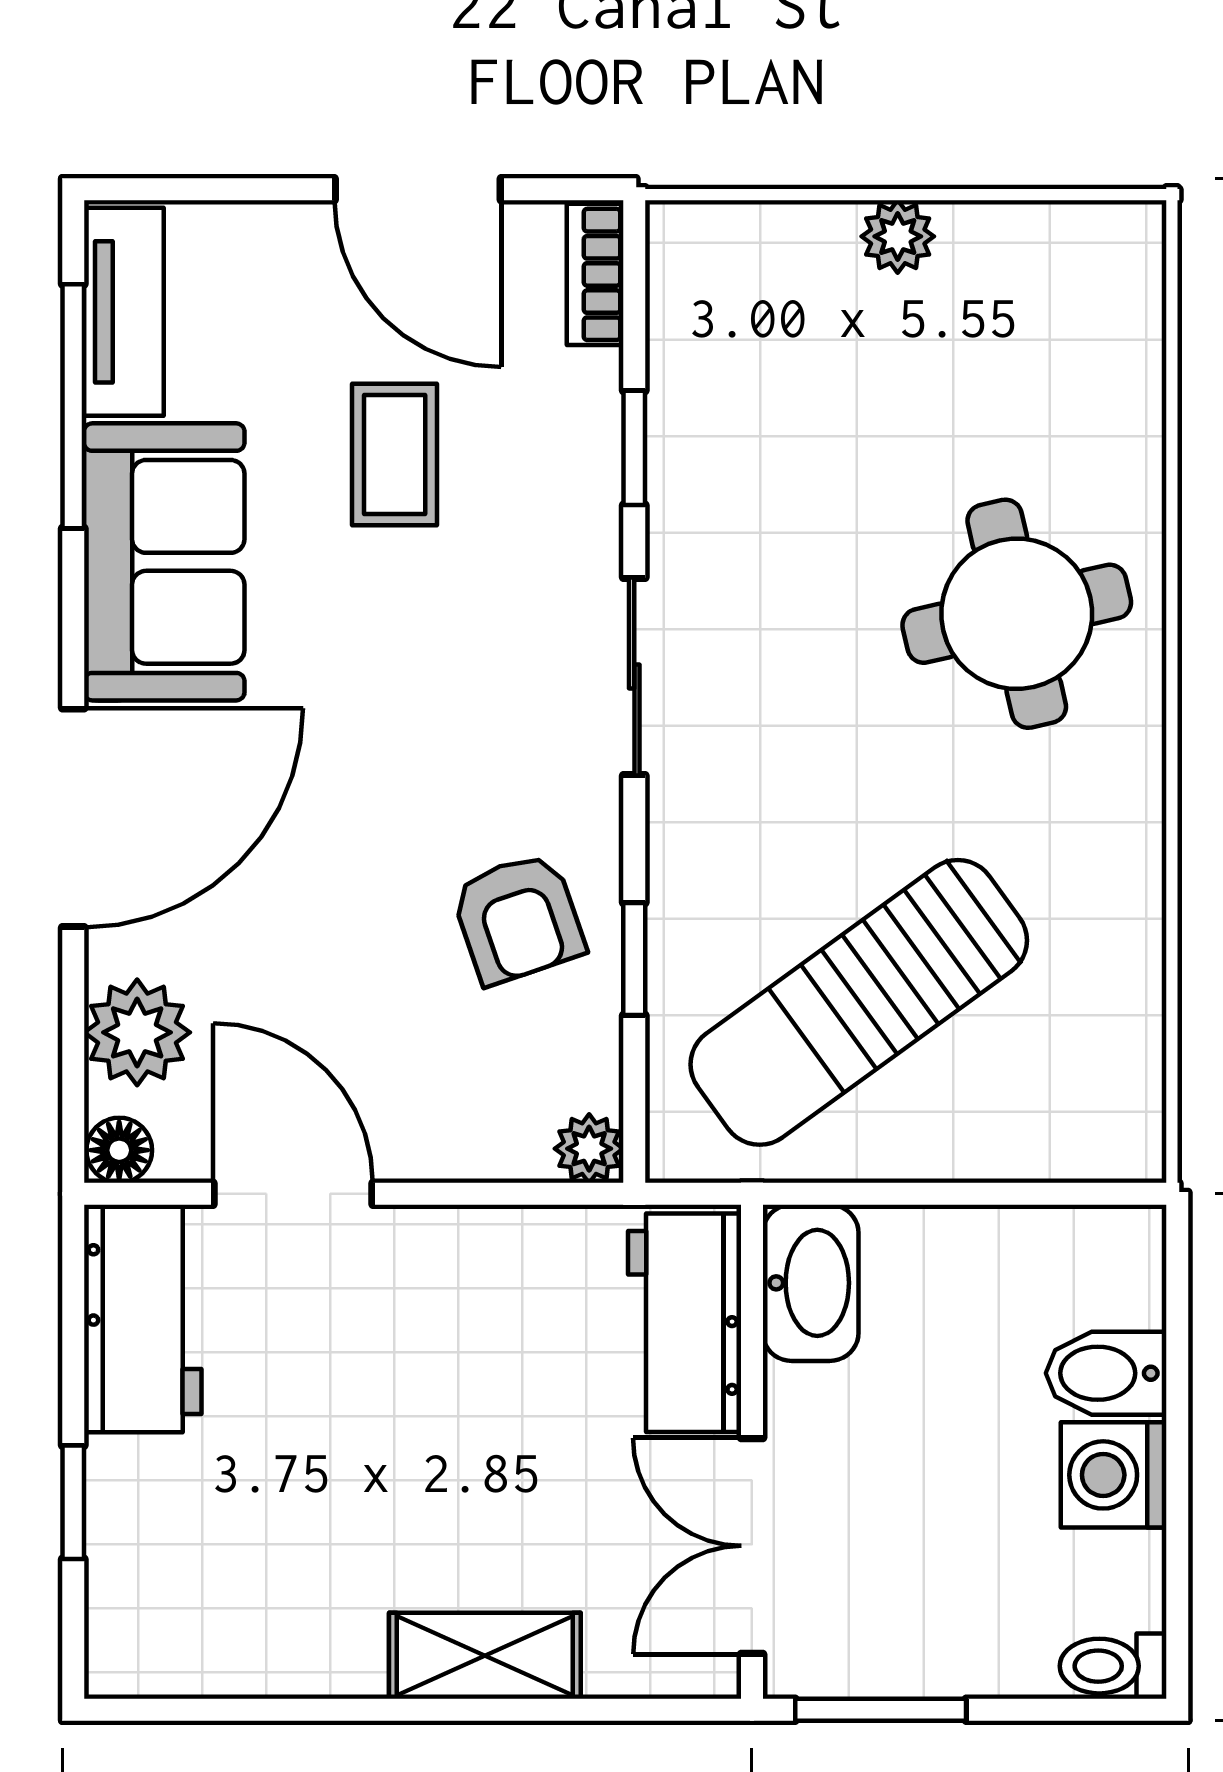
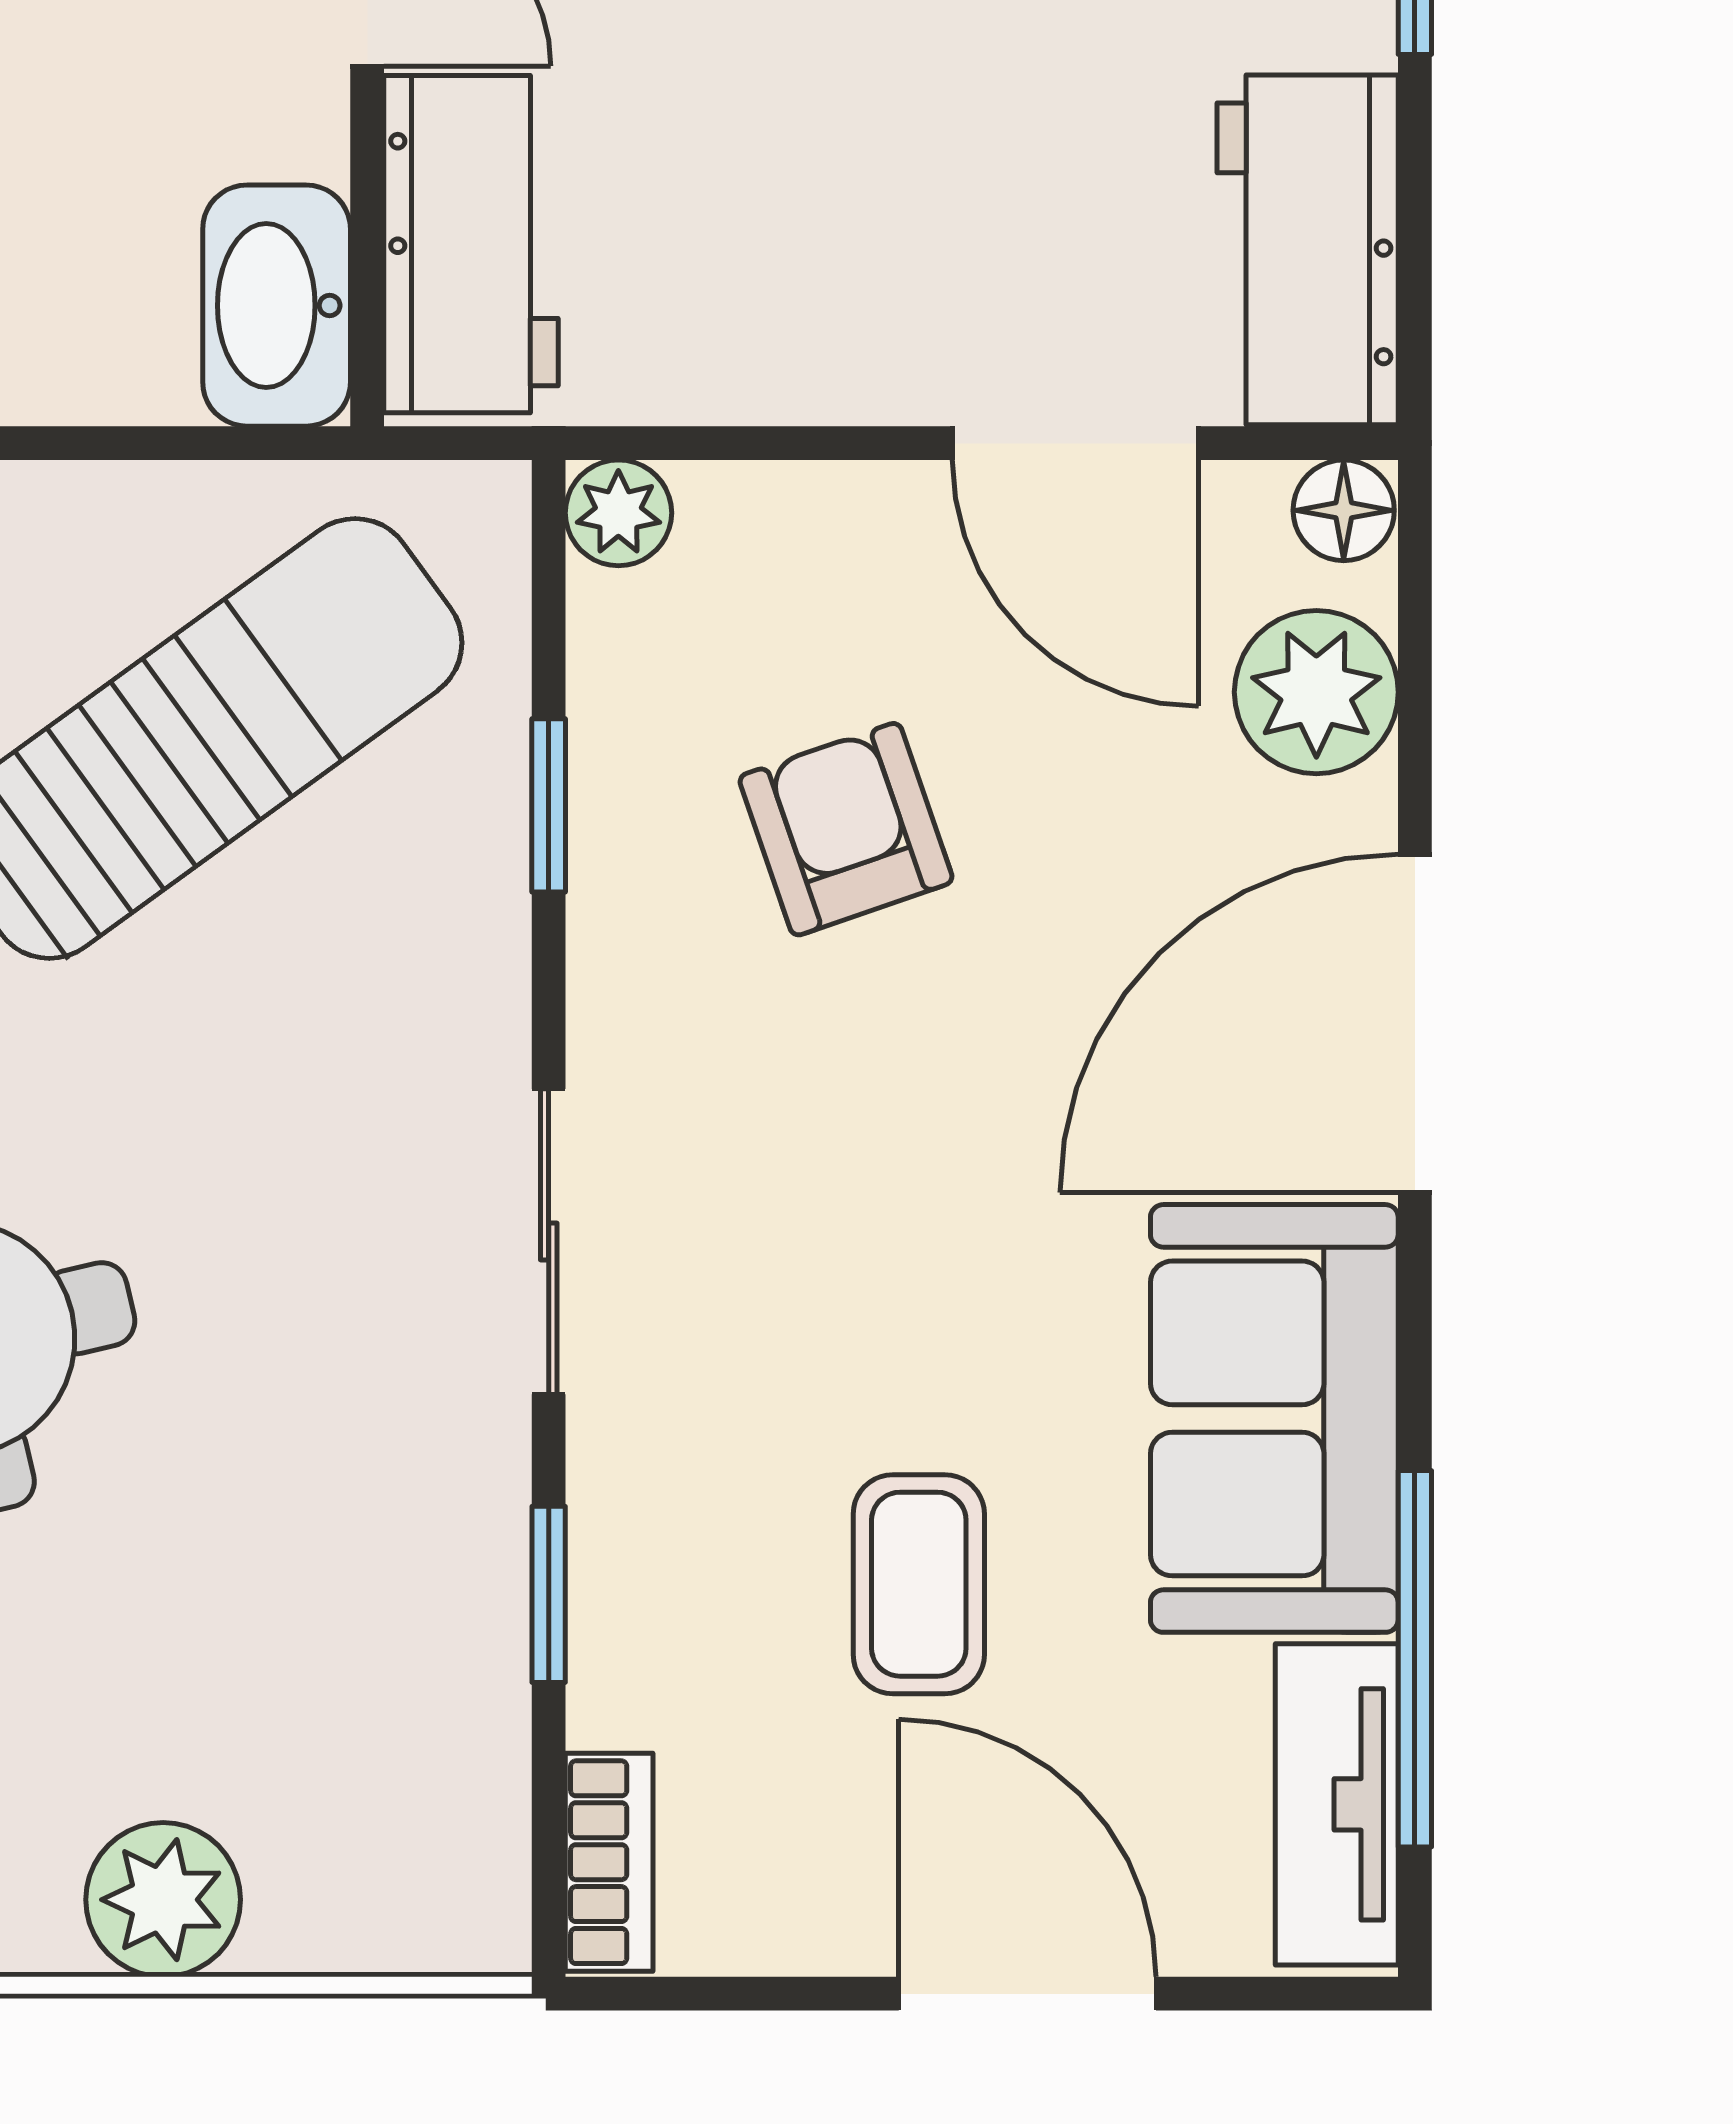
door: (418, 189) -> (1027, 1994), moved
plant: (898, 236) -> (163, 1900), width x1.38, depth x1.38
armchair: (518, 918) -> (846, 829), moved

